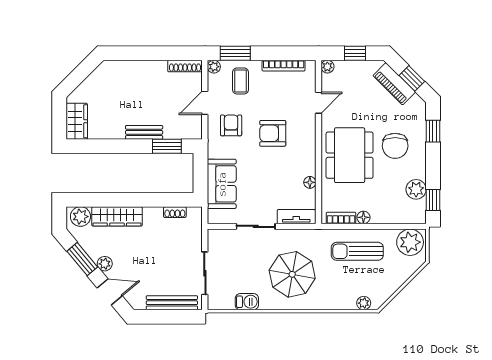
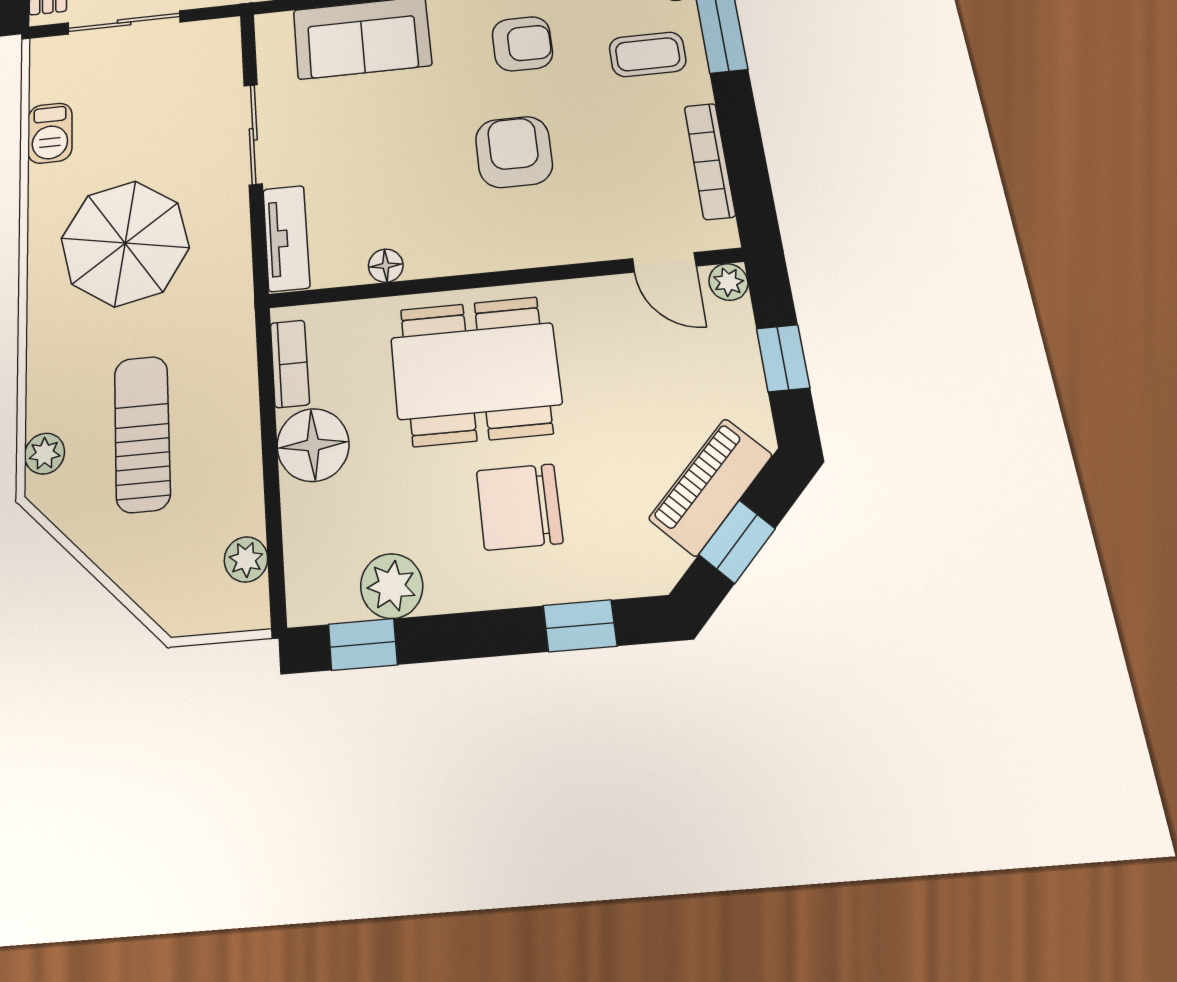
door: (318, 103) -> (664, 262), moved
floor lamp: (363, 217) -> (313, 445), width x1.89, depth x1.89
plant: (410, 242) -> (246, 559), width x0.53, depth x0.53
sun lounger: (357, 251) -> (142, 433), moved

